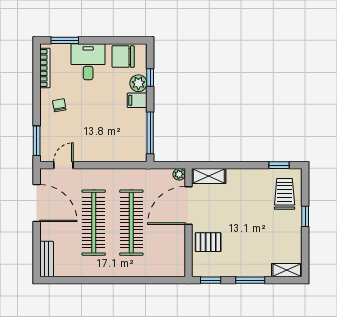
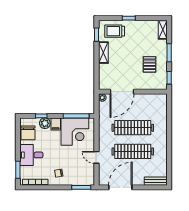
corner desk: (125, 131) -> (75, 132), added
door: (63, 165) -> (96, 157), moved
shelving: (209, 176) -> (103, 53), moved
door: (188, 205) -> (122, 92), hinge flipped
pallet: (208, 242) -> (149, 64), moved

